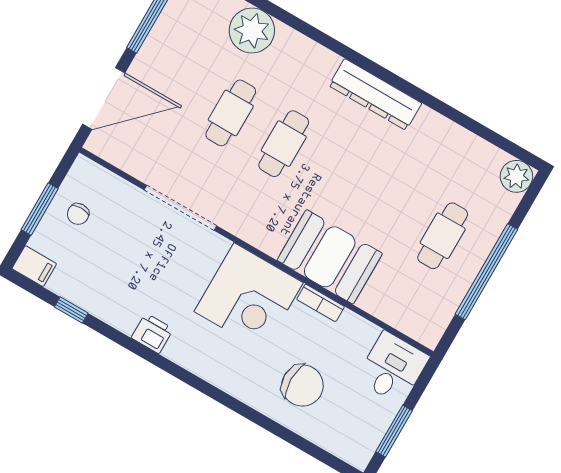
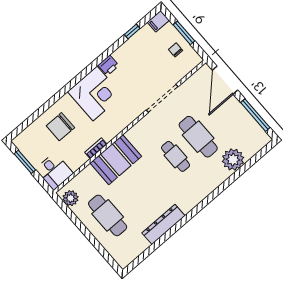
dresser: (375, 94) -> (163, 224), moved
cafe table: (231, 113) -> (198, 137), width x1.37, depth x1.35
plant: (516, 176) -> (71, 198), moved
cafe table: (443, 236) -> (108, 215), width x1.37, depth x1.35
window: (486, 272) -> (84, 230), removed
corner desk: (249, 297) -> (95, 94), moved, turned 180

